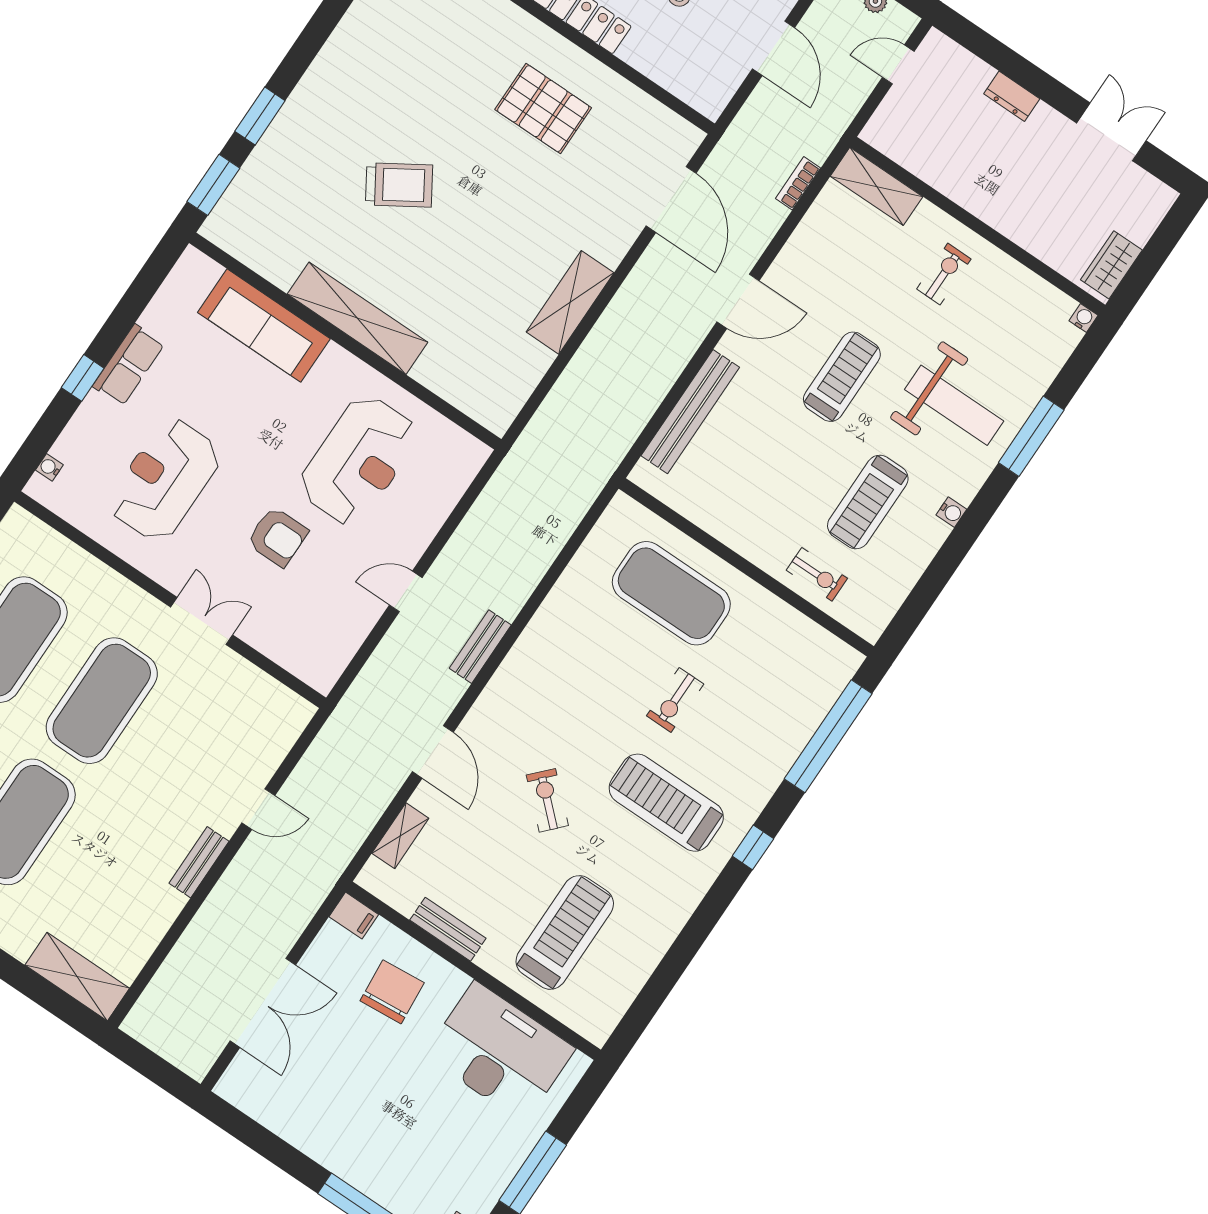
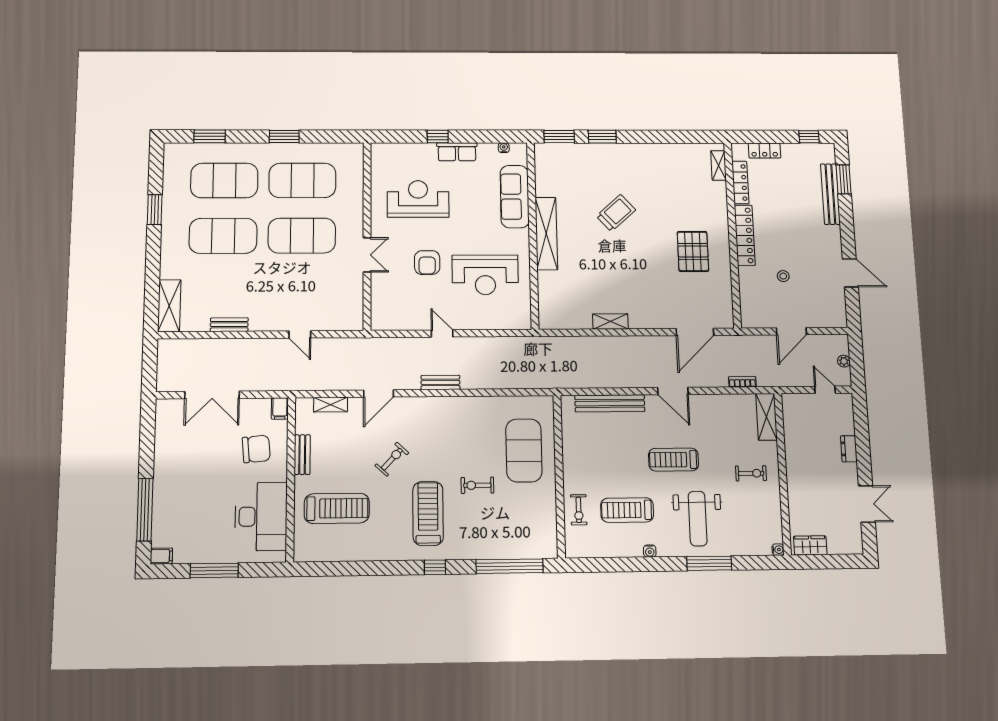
trolley: (399, 185) -> (616, 213), turned -100
shelving: (570, 302) -> (610, 322), width x0.67, depth x0.75
treadmill: (842, 377) -> (674, 460), turned 180
water cooler: (49, 467) -> (504, 148), moved
bench: (199, 862) -> (229, 325), moved

